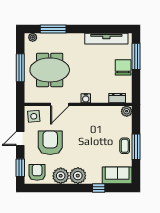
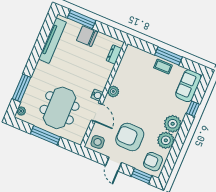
water cooler: (86, 98) -> (97, 95), moved
plant: (127, 111) -> (113, 91), moved

